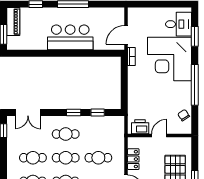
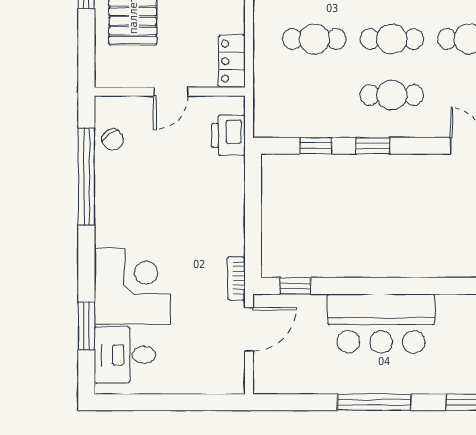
window: (106, 53) -> (295, 286), added
corner desk: (170, 59) -> (132, 286), width x0.74, depth x0.74
window: (195, 85) -> (86, 177), moved
printer: (140, 127) -> (228, 135), moved, turned 90
locker: (133, 159) -> (232, 61), moved

